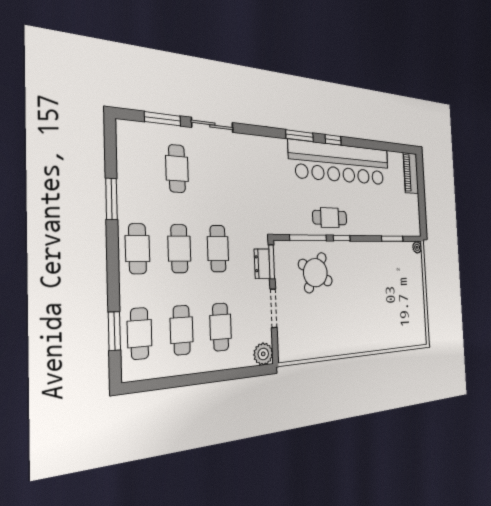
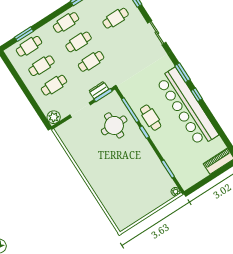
sliding door: (212, 125) -> (157, 33), moved
round table: (315, 273) -> (114, 125), turned -30

